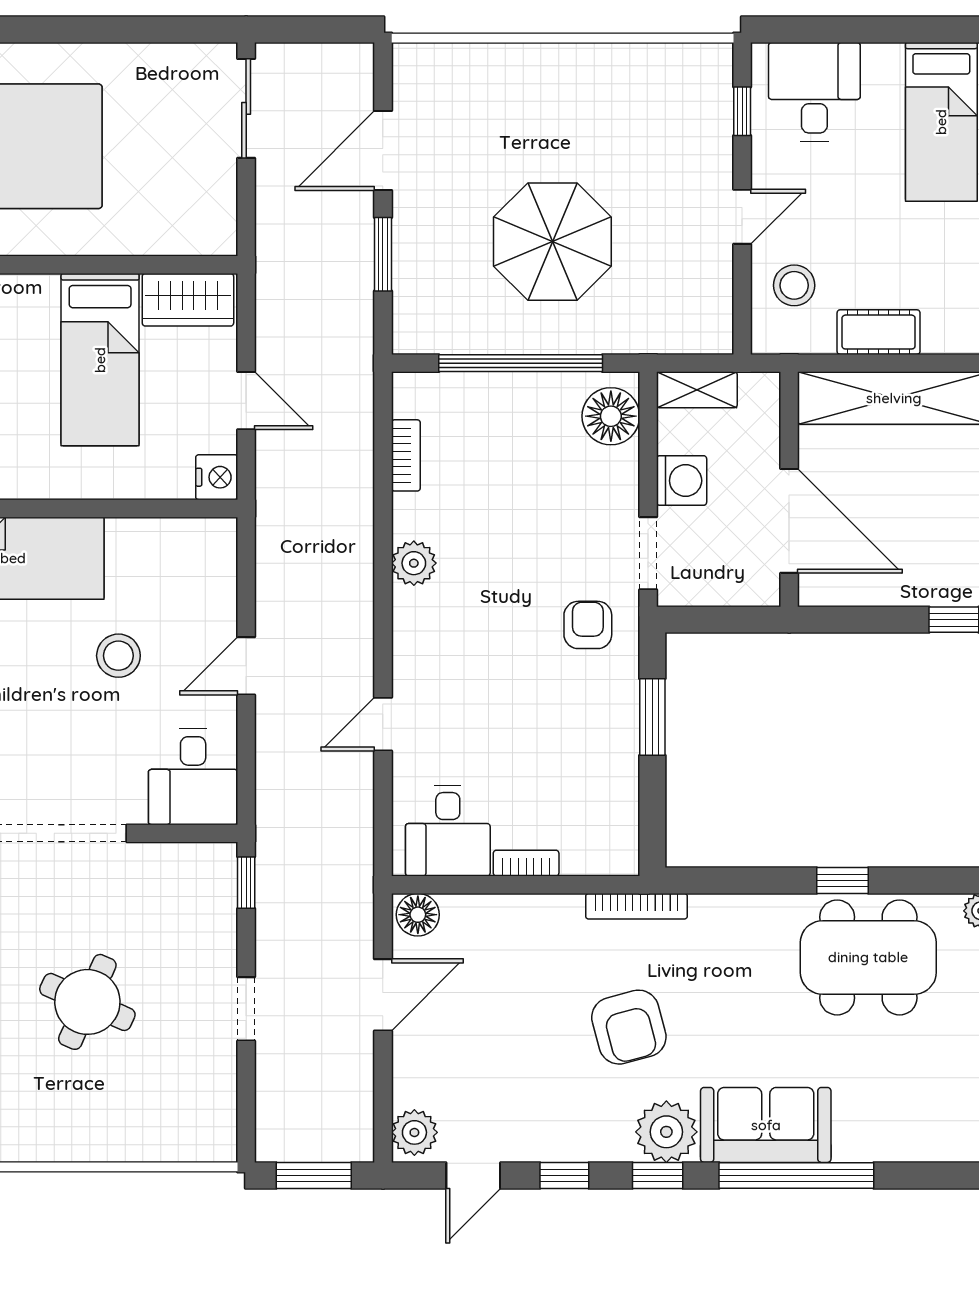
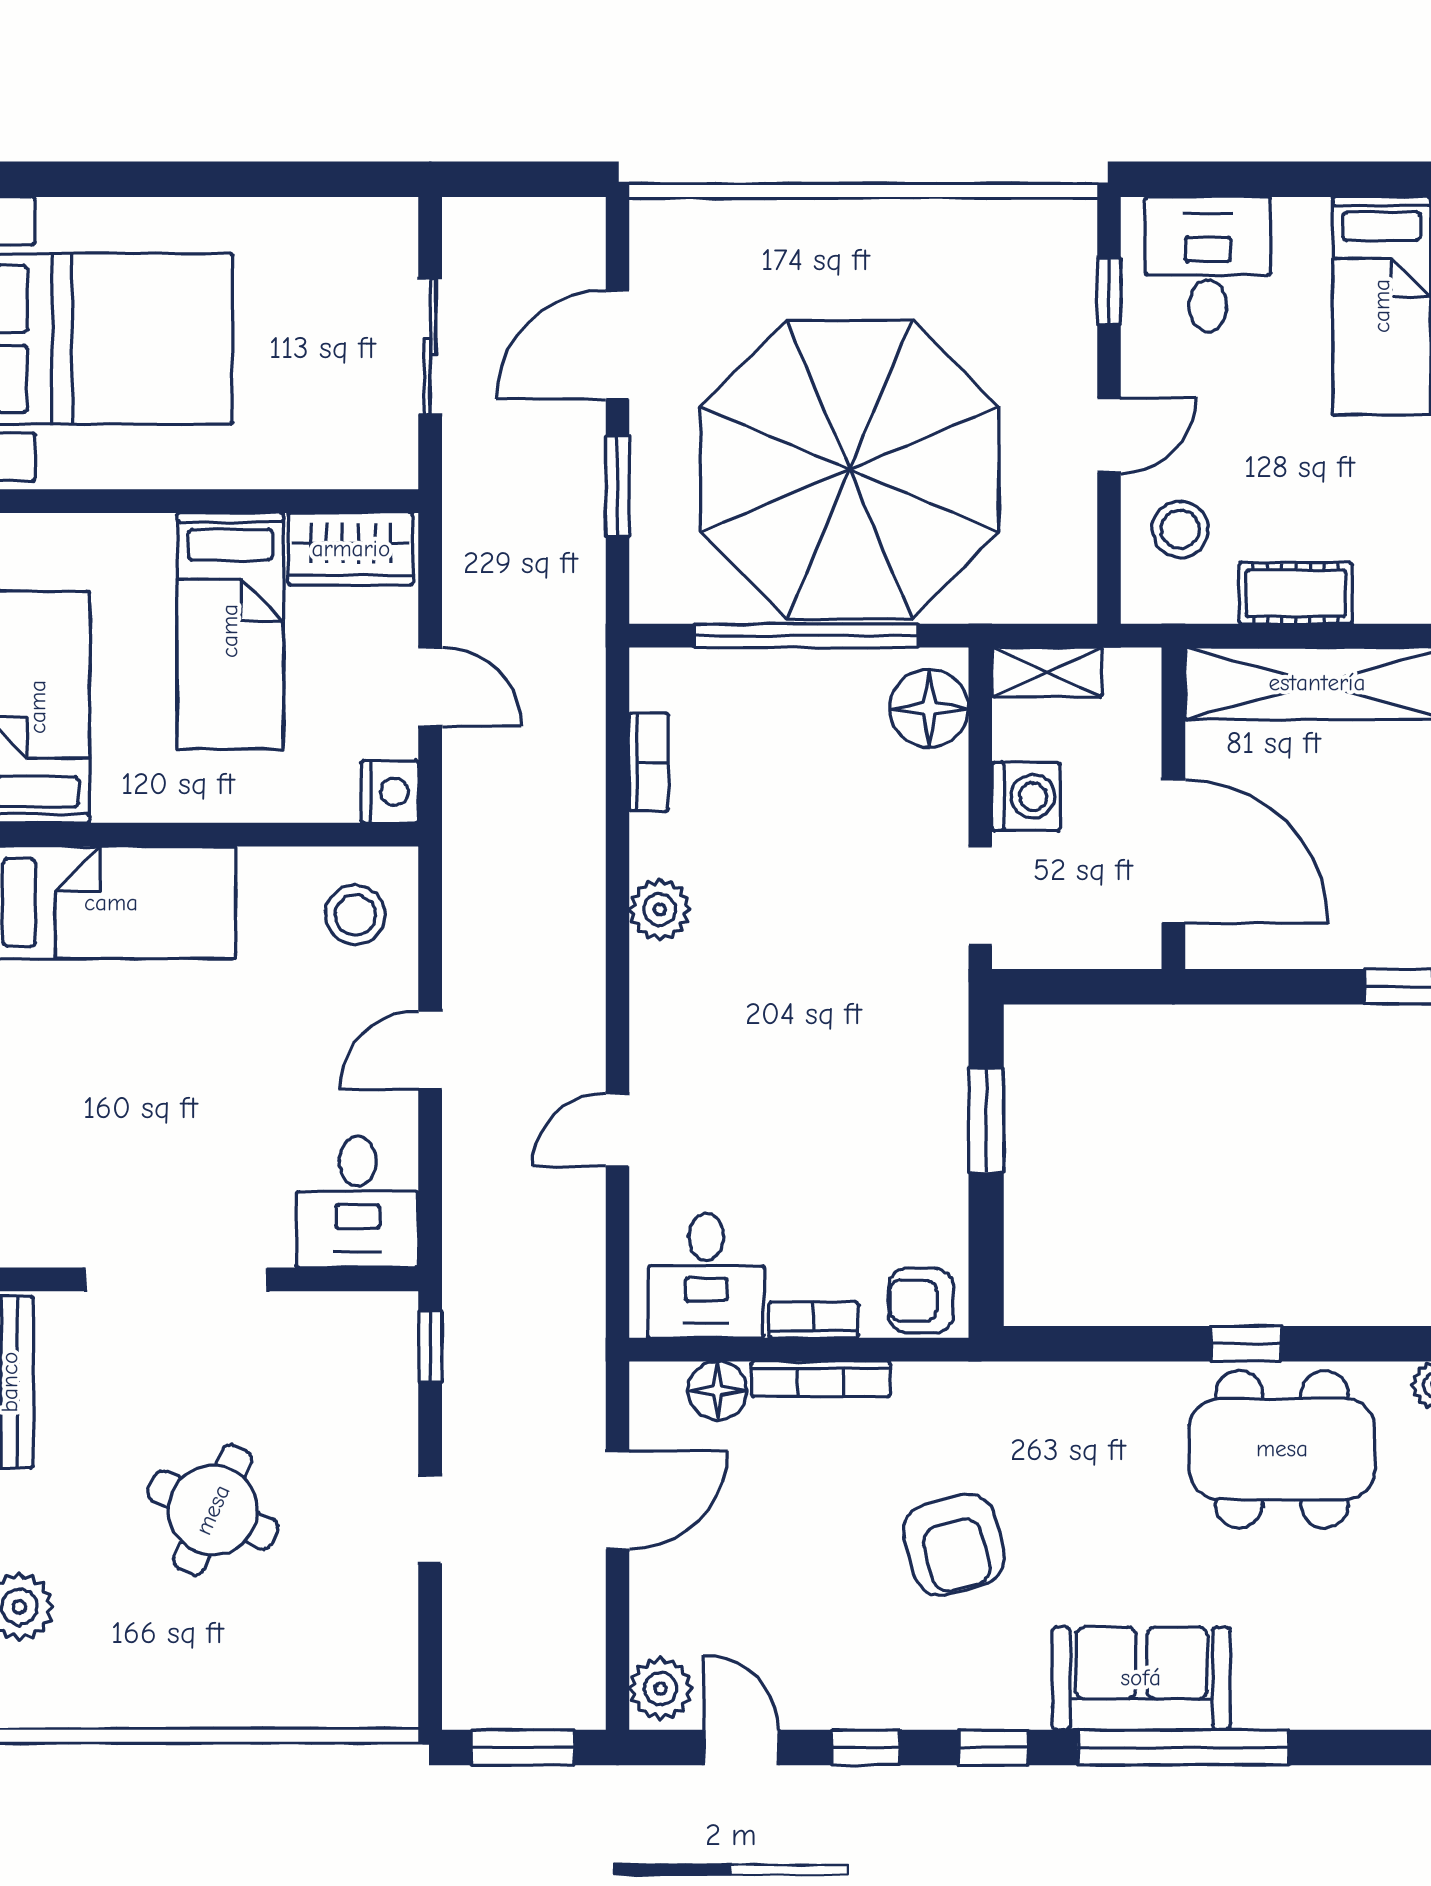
sliding door: (246, 108) -> (430, 346), moved
parasol: (552, 242) -> (849, 469), width x1.86, depth x1.86
armchair: (588, 625) -> (921, 1300), moved, turned -90
stool: (118, 656) -> (355, 915), moved
bookcase: (636, 906) -> (821, 1379), moved
floor lamp: (418, 915) -> (717, 1391), moved
plant: (666, 1132) -> (1005, 1688), removed
door: (473, 1175) -> (741, 1748), swing flipped

